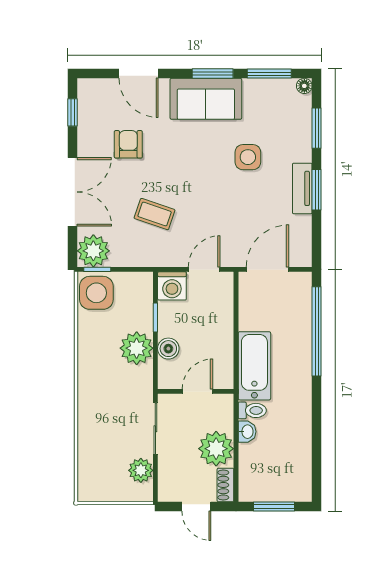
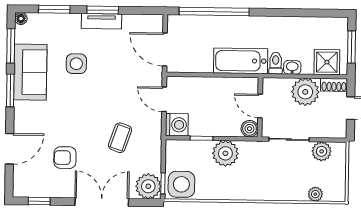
sofa: (206, 99) -> (30, 72), moved
boiler: (168, 349) -> (250, 129), moved
plant: (86, 463) -> (315, 194), added
shower: (254, 476) -> (327, 62), added

